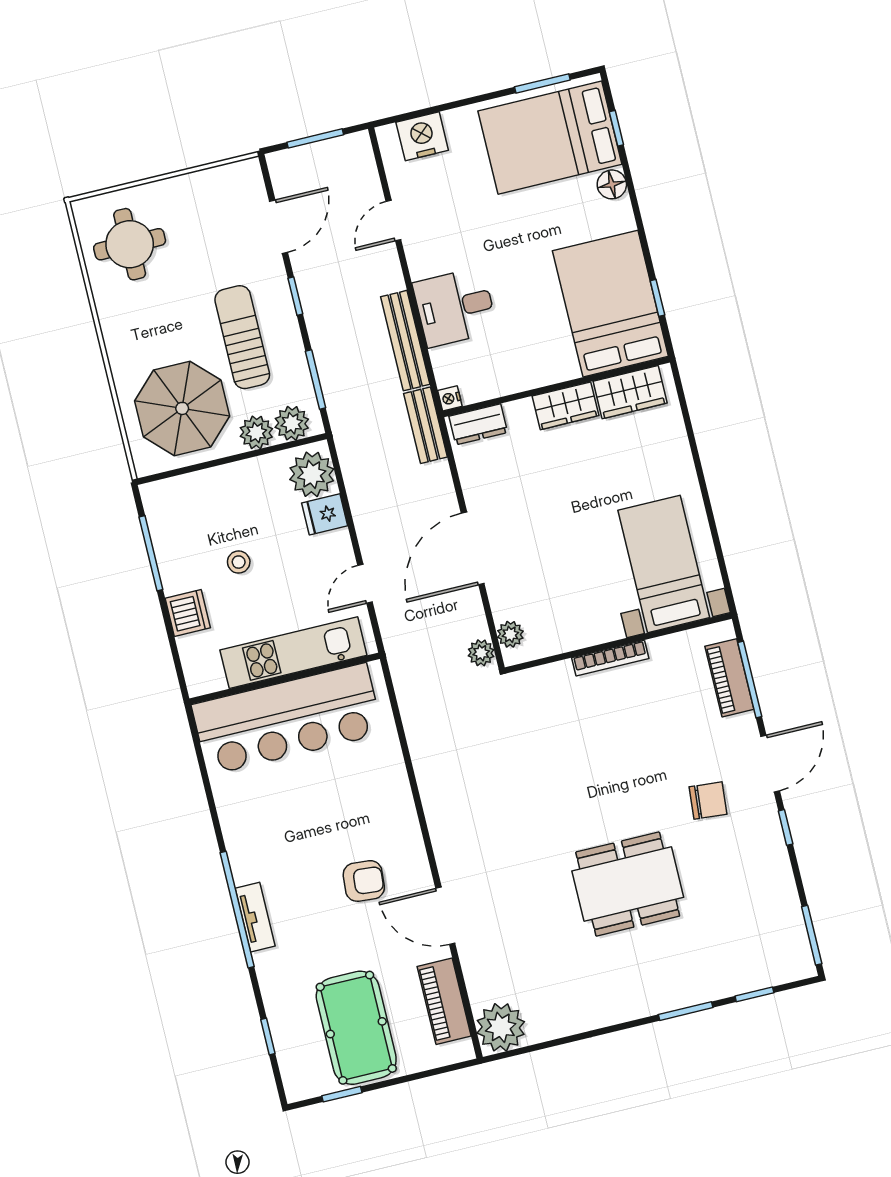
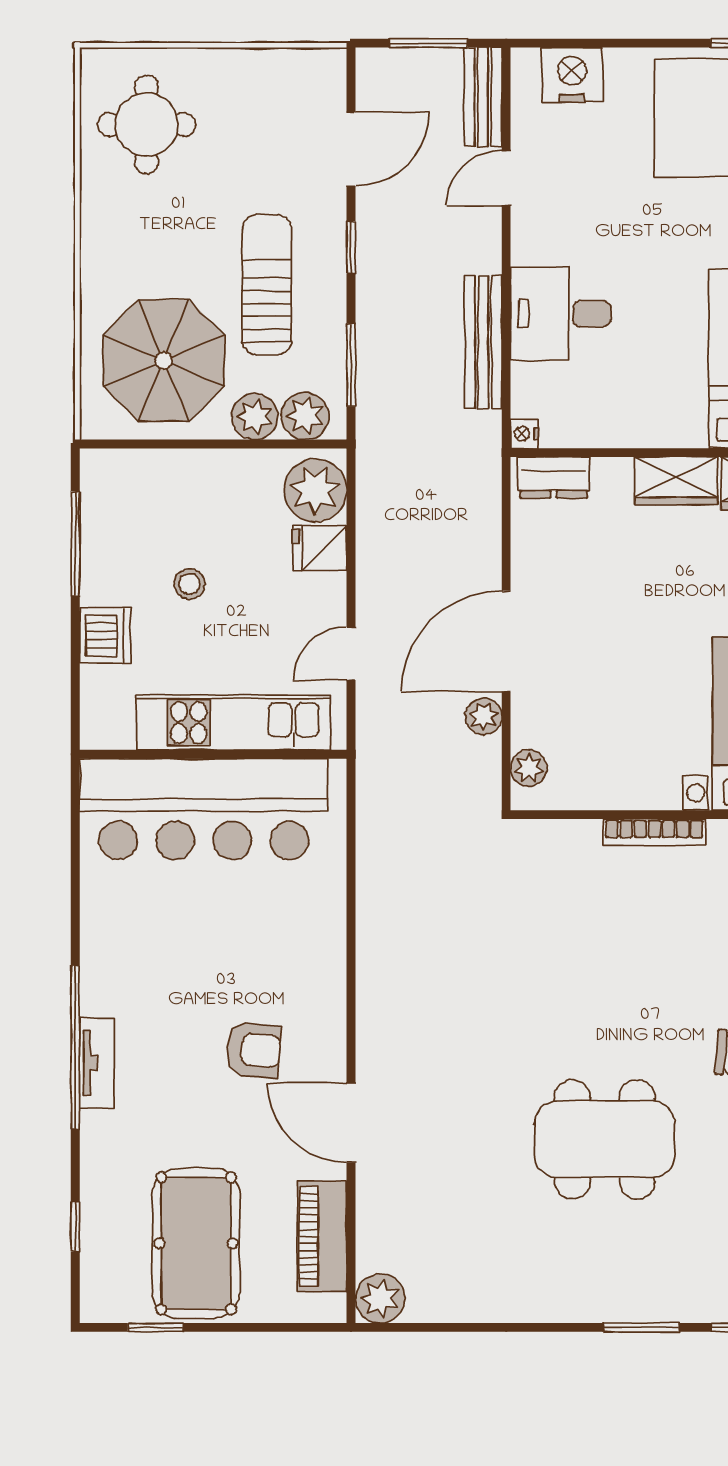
bench: (425, 425) -> (483, 97), moved
plant: (481, 653) -> (484, 716), moved
plant: (501, 1027) -> (380, 1298), width x0.73, depth x0.73

